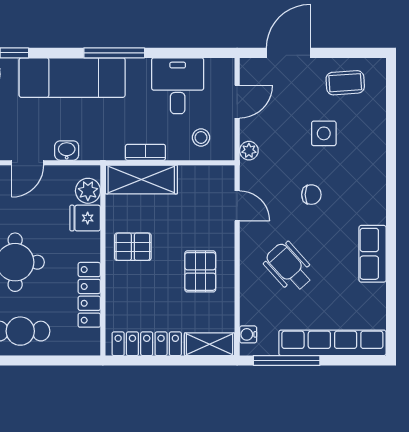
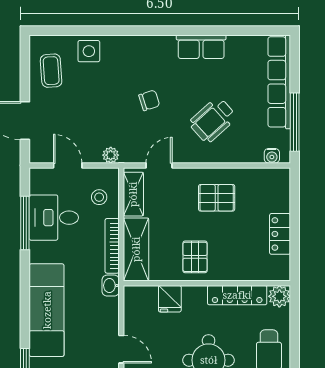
window: (114, 53) -> (25, 223), moved
side table: (324, 133) -> (89, 51), moved
washbasin: (67, 151) -> (111, 286), moved
bookcase: (145, 152) -> (112, 246), width x1.56
plant: (88, 191) -> (279, 296), moved
chair: (311, 195) -> (149, 100), turned 72
locker: (147, 344) -> (280, 234), width x0.66
shelving: (210, 344) -> (133, 194), moved

